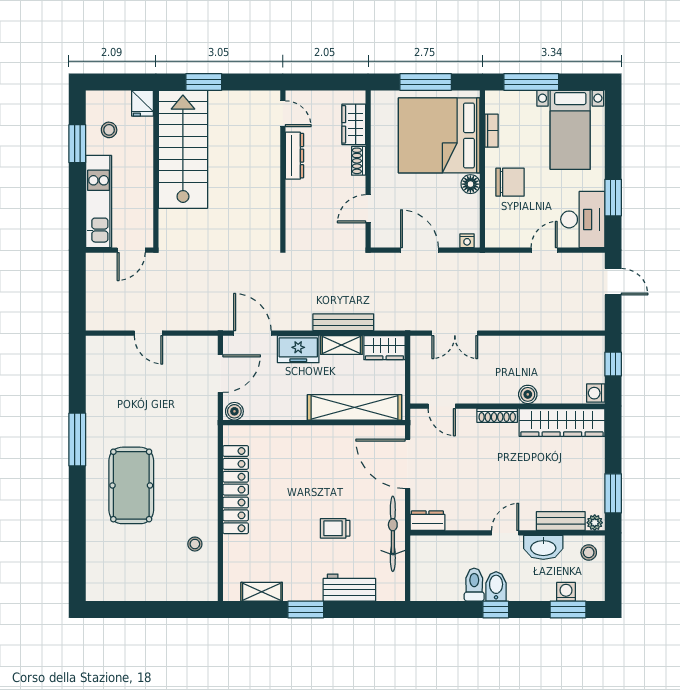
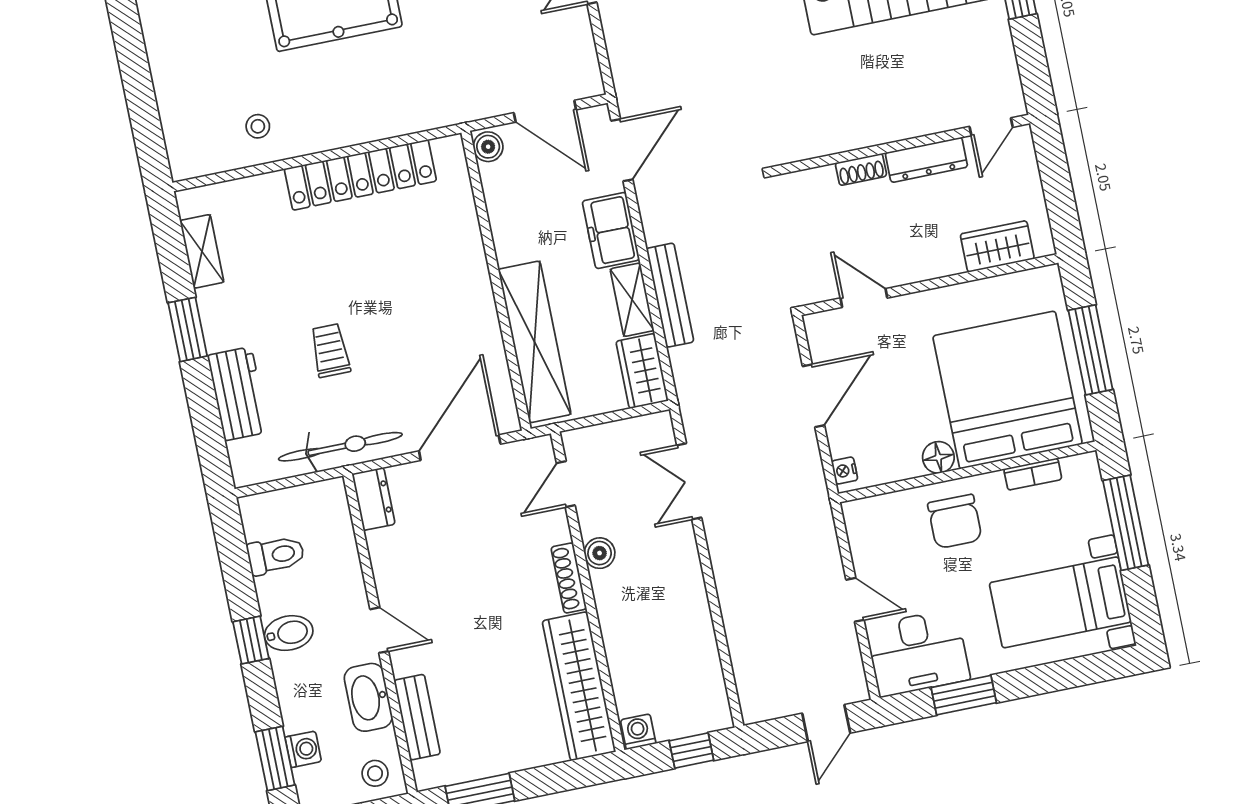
shoe rack: (359, 161) -> (861, 169), moved, turned 180
boiler: (528, 394) -> (600, 553), moved
plant: (595, 523) -> (426, 773), removed
toilet: (474, 585) -> (276, 555), moved

